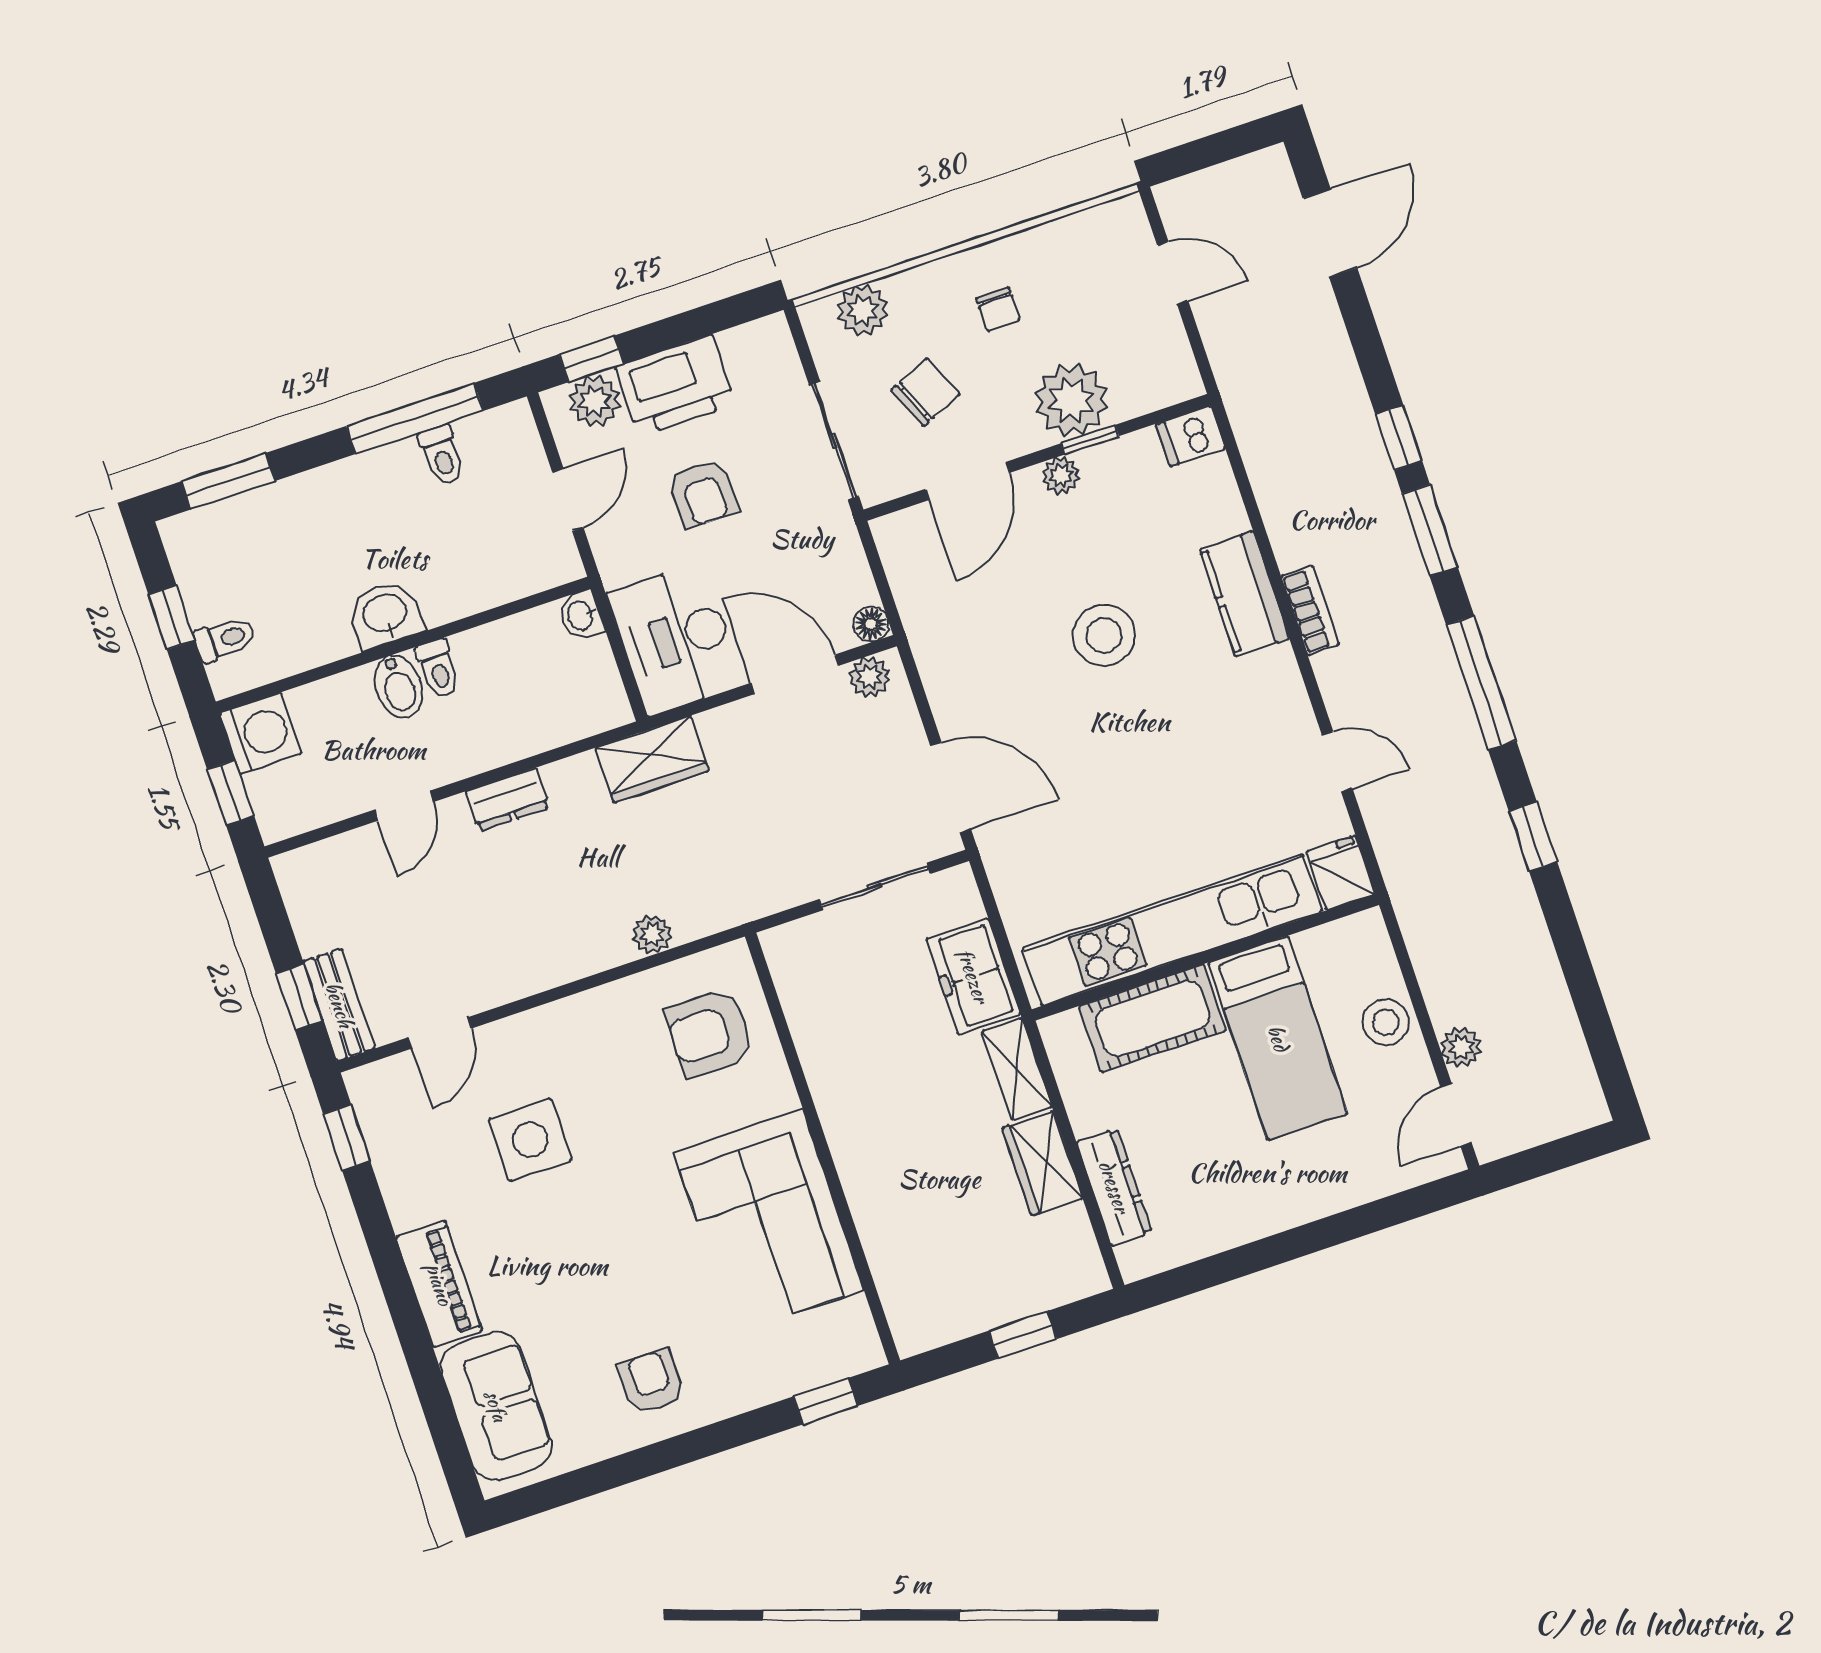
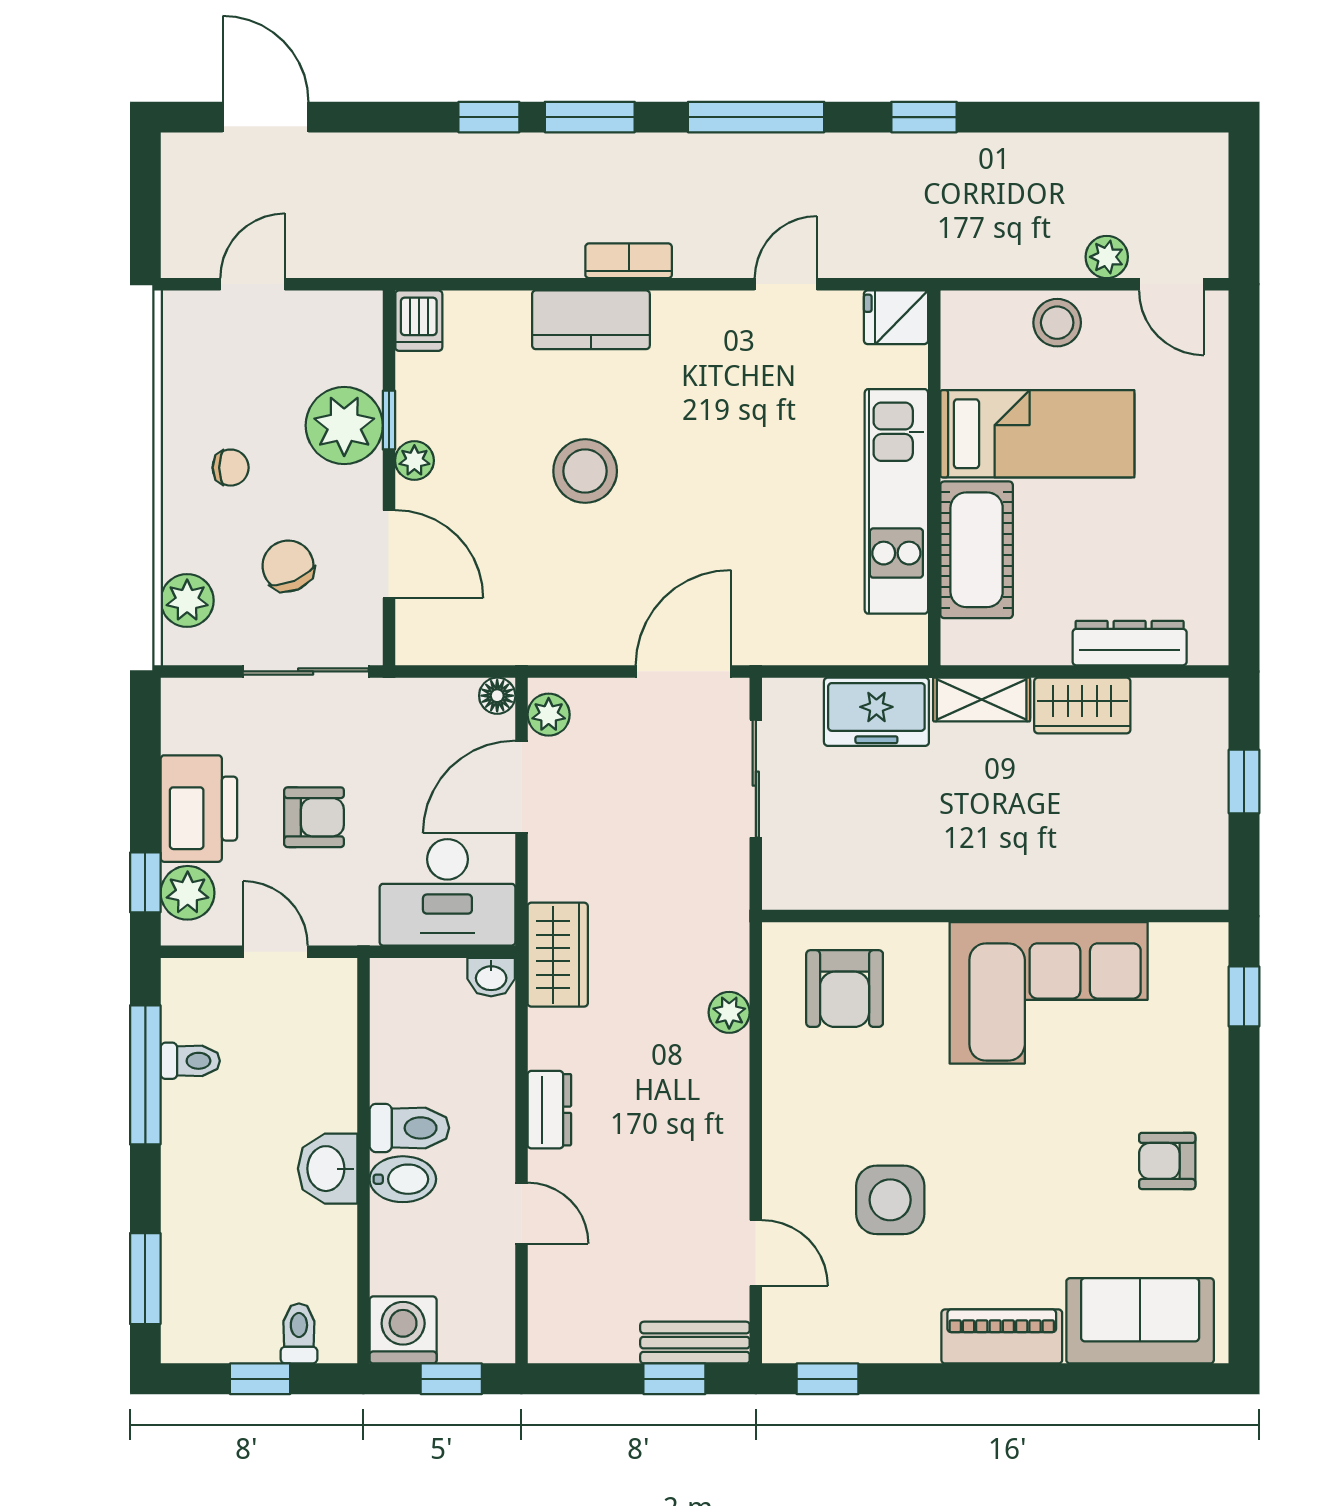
washbasin: (581, 615) -> (491, 977), moved
toilet: (438, 669) -> (409, 1128), width x1.37, depth x1.39
kitchen unit: (1172, 930) -> (896, 501), width x0.73

